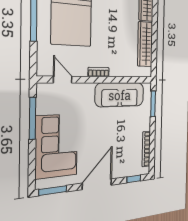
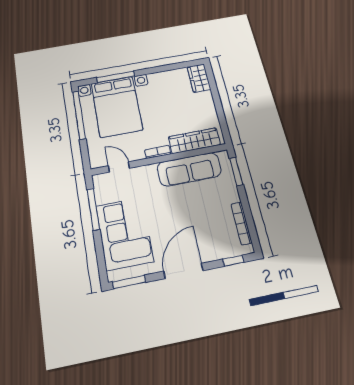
wardrobe: (145, 44) -> (194, 141), moved, turned 90

